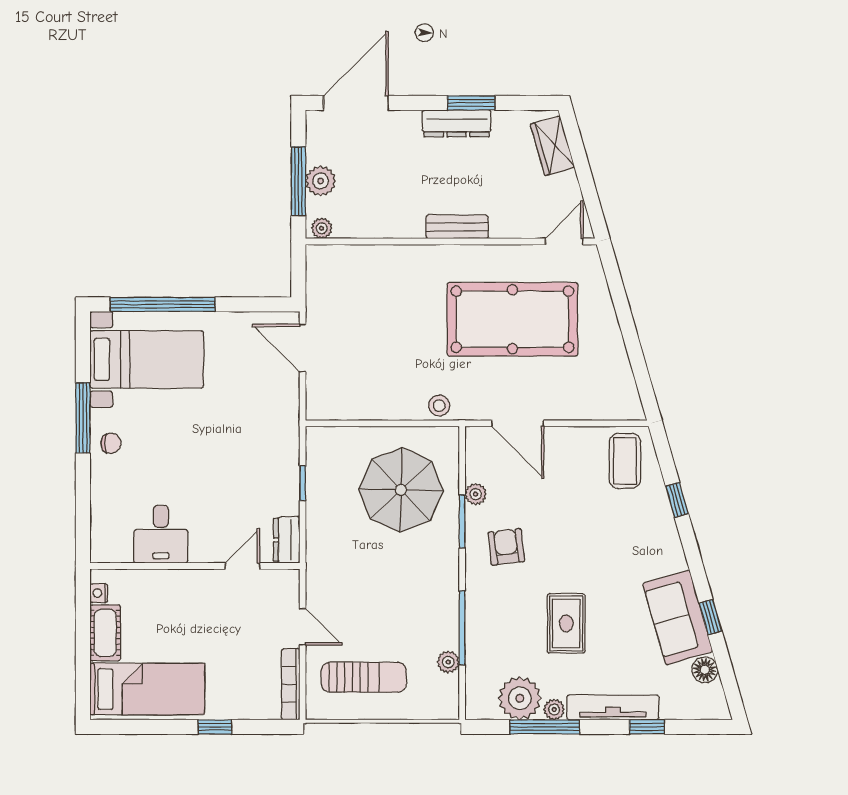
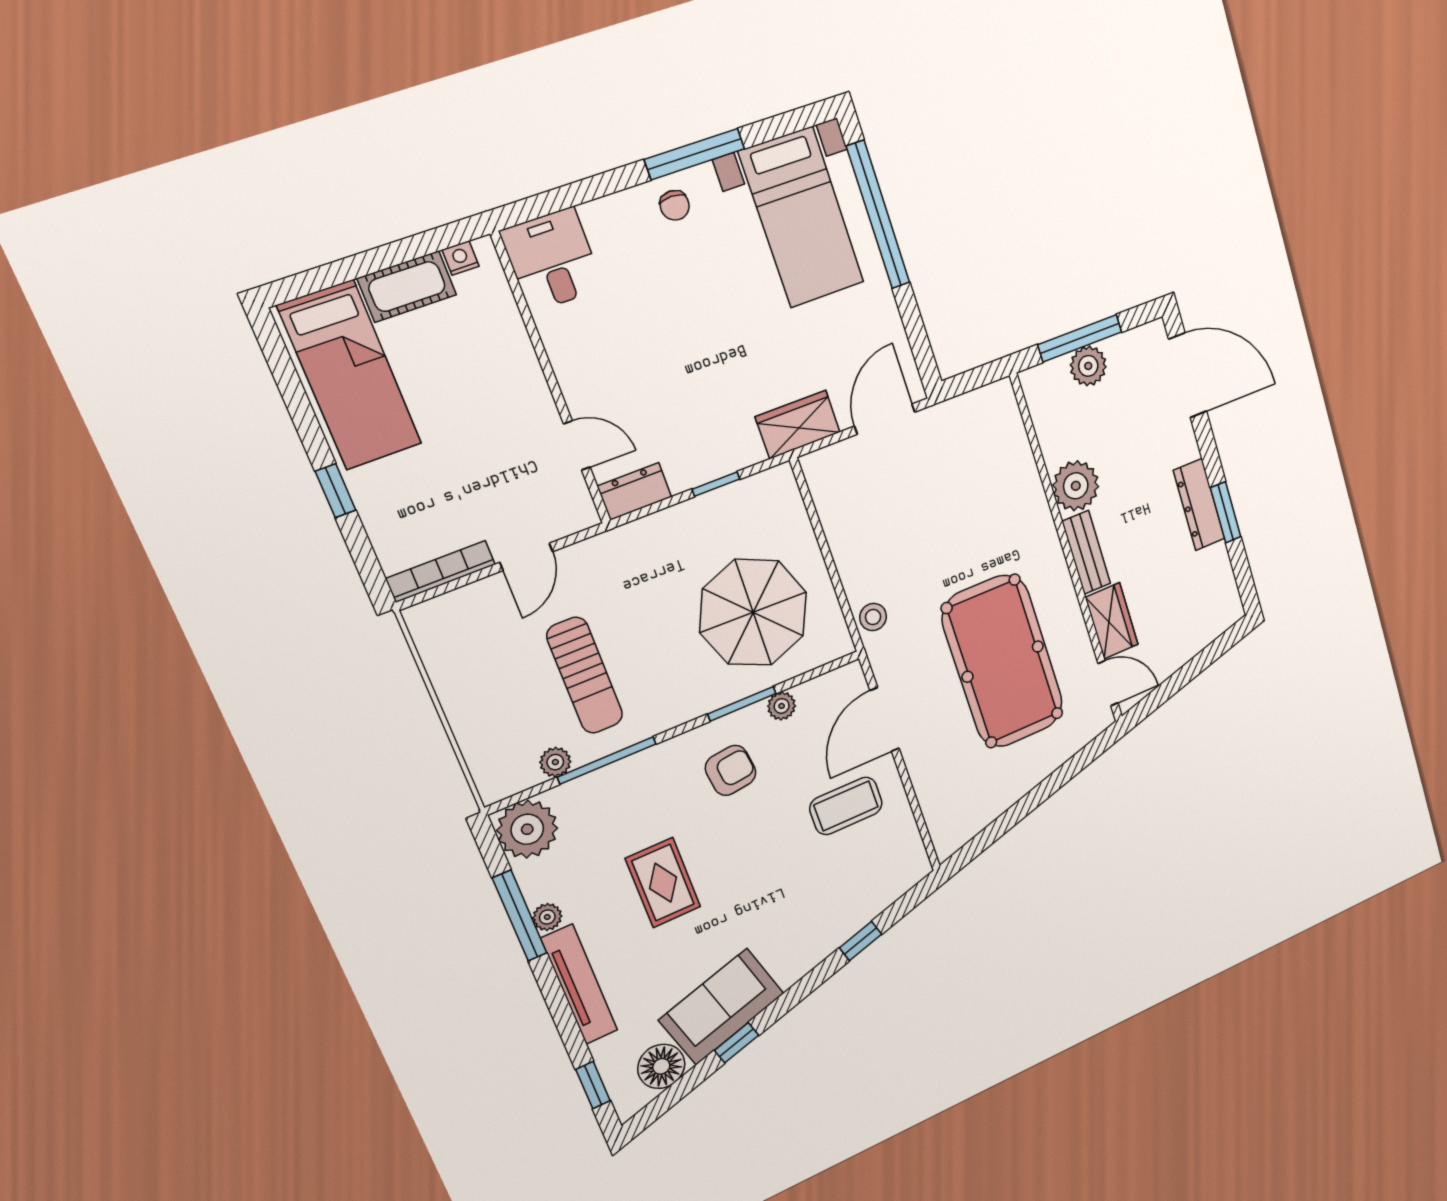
wardrobe: (552, 146) -> (1112, 621), moved, turned 106
plant: (322, 228) -> (1076, 486), moved, width x1.87, depth x1.87
wardrobe: (284, 412) -> (798, 425), added
coffee table: (625, 461) -> (846, 806), moved
desk: (161, 534) -> (552, 260), moved, turned 90
rug: (566, 623) -> (663, 883), turned 90
floor lamp: (705, 670) -> (661, 1066), width x1.38, depth x1.38
sun lounger: (364, 677) -> (585, 675), moved
plant: (520, 698) -> (527, 829), moved
window: (647, 727) -> (593, 1085), moved

